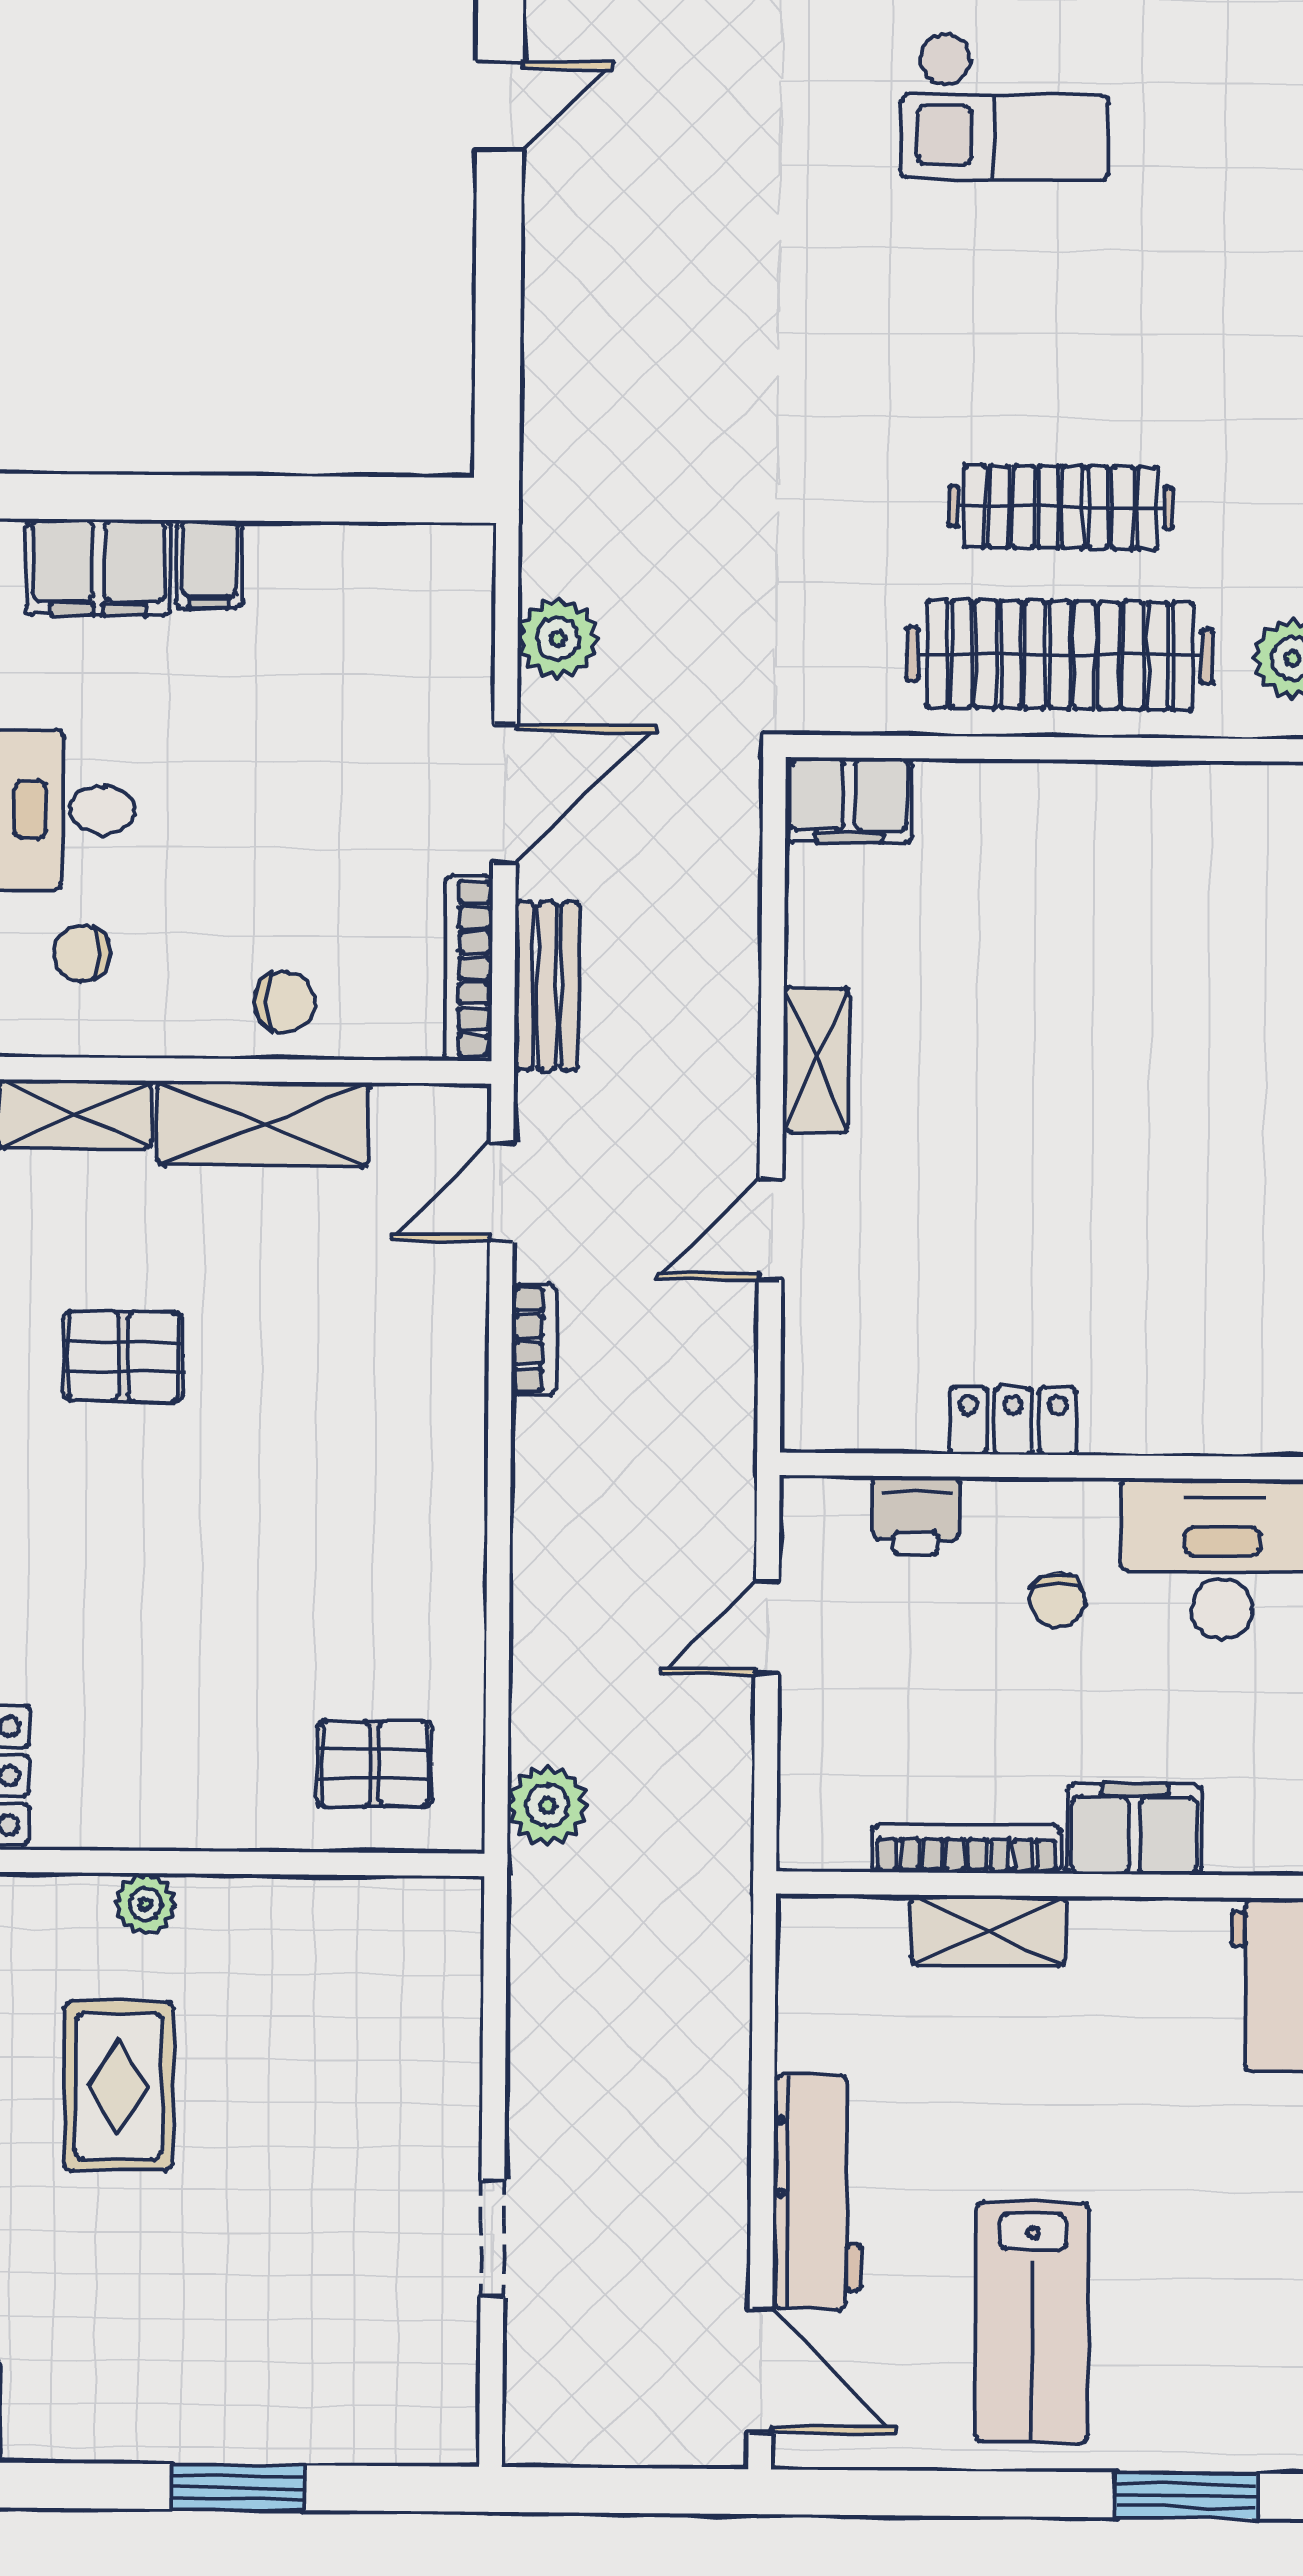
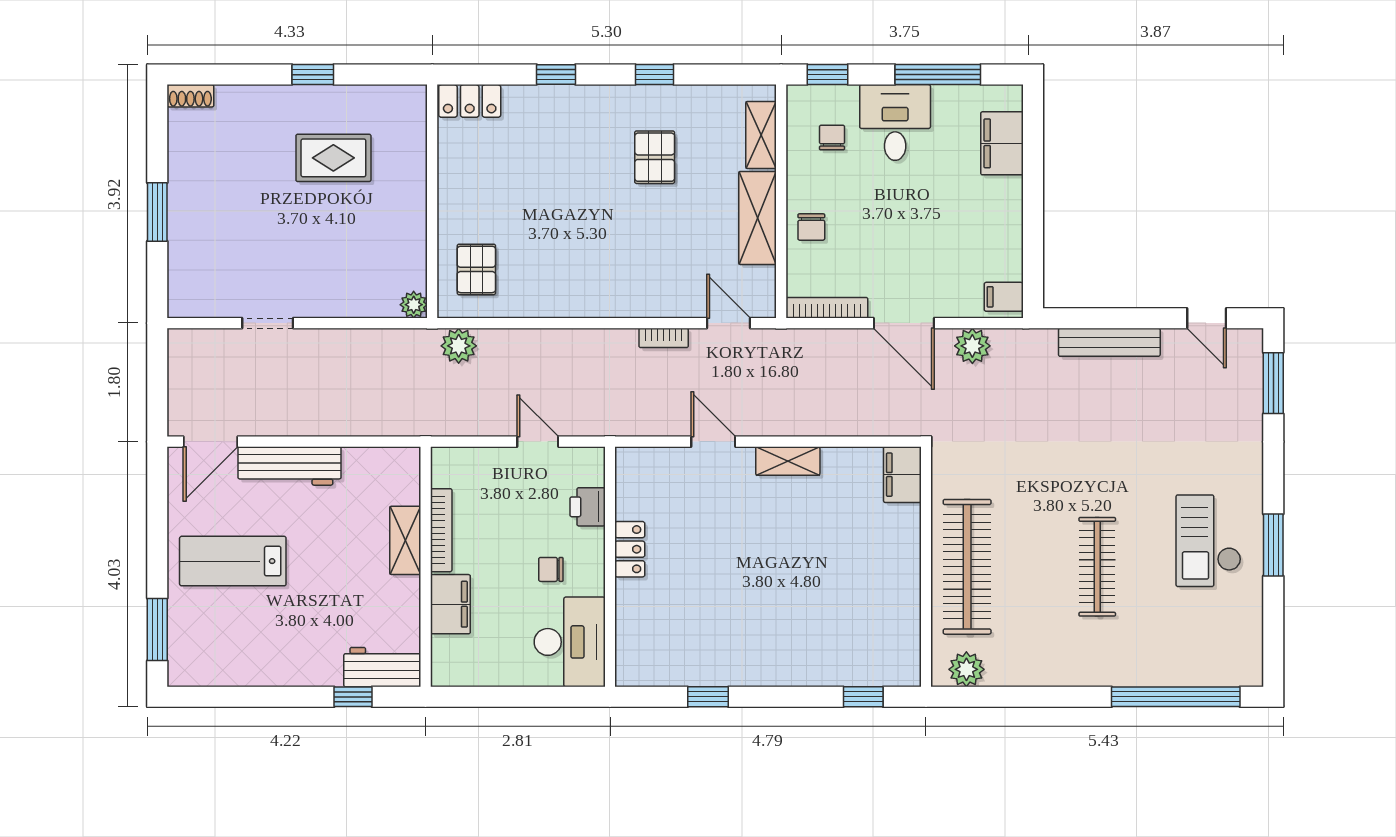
clothes rail: (1061, 507) -> (1097, 567), moved
filing cabinet: (210, 564) -> (1004, 297), moved
bench: (547, 986) -> (1109, 342), moved, width x1.36
plant: (145, 1904) -> (414, 305), moved

